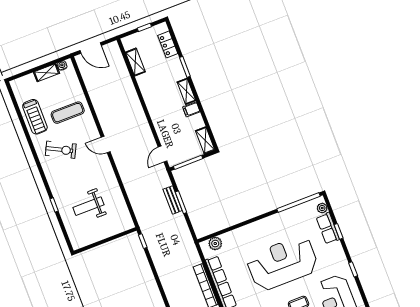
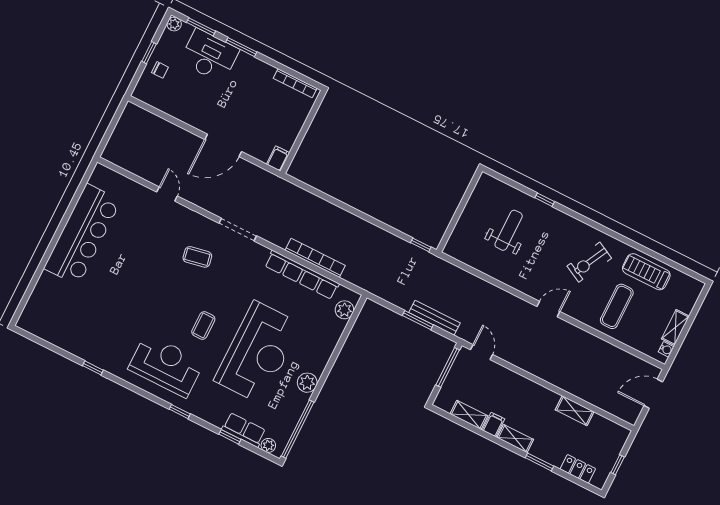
shelving: (135, 62) -> (575, 411), moved
shelving: (205, 140) -> (469, 415), moved
bench: (173, 200) -> (435, 318), width x1.36
plant: (271, 223) -> (307, 383), added

